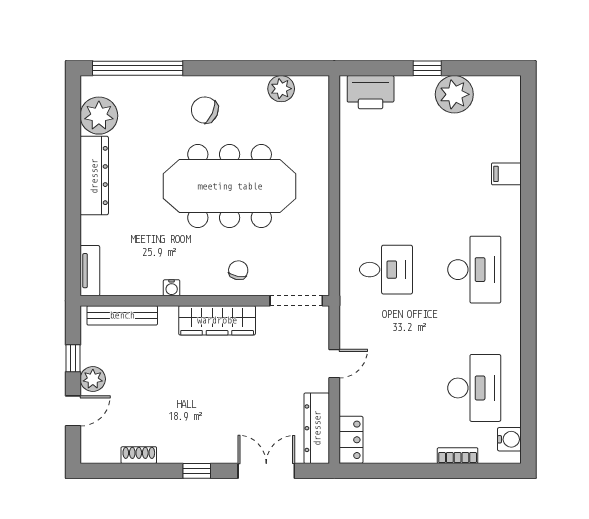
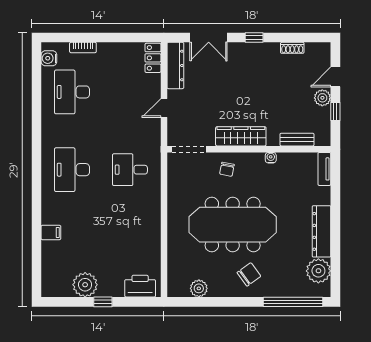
chair: (205, 110) -> (249, 274), turned -60
bench: (122, 315) -> (297, 140), width x0.73

